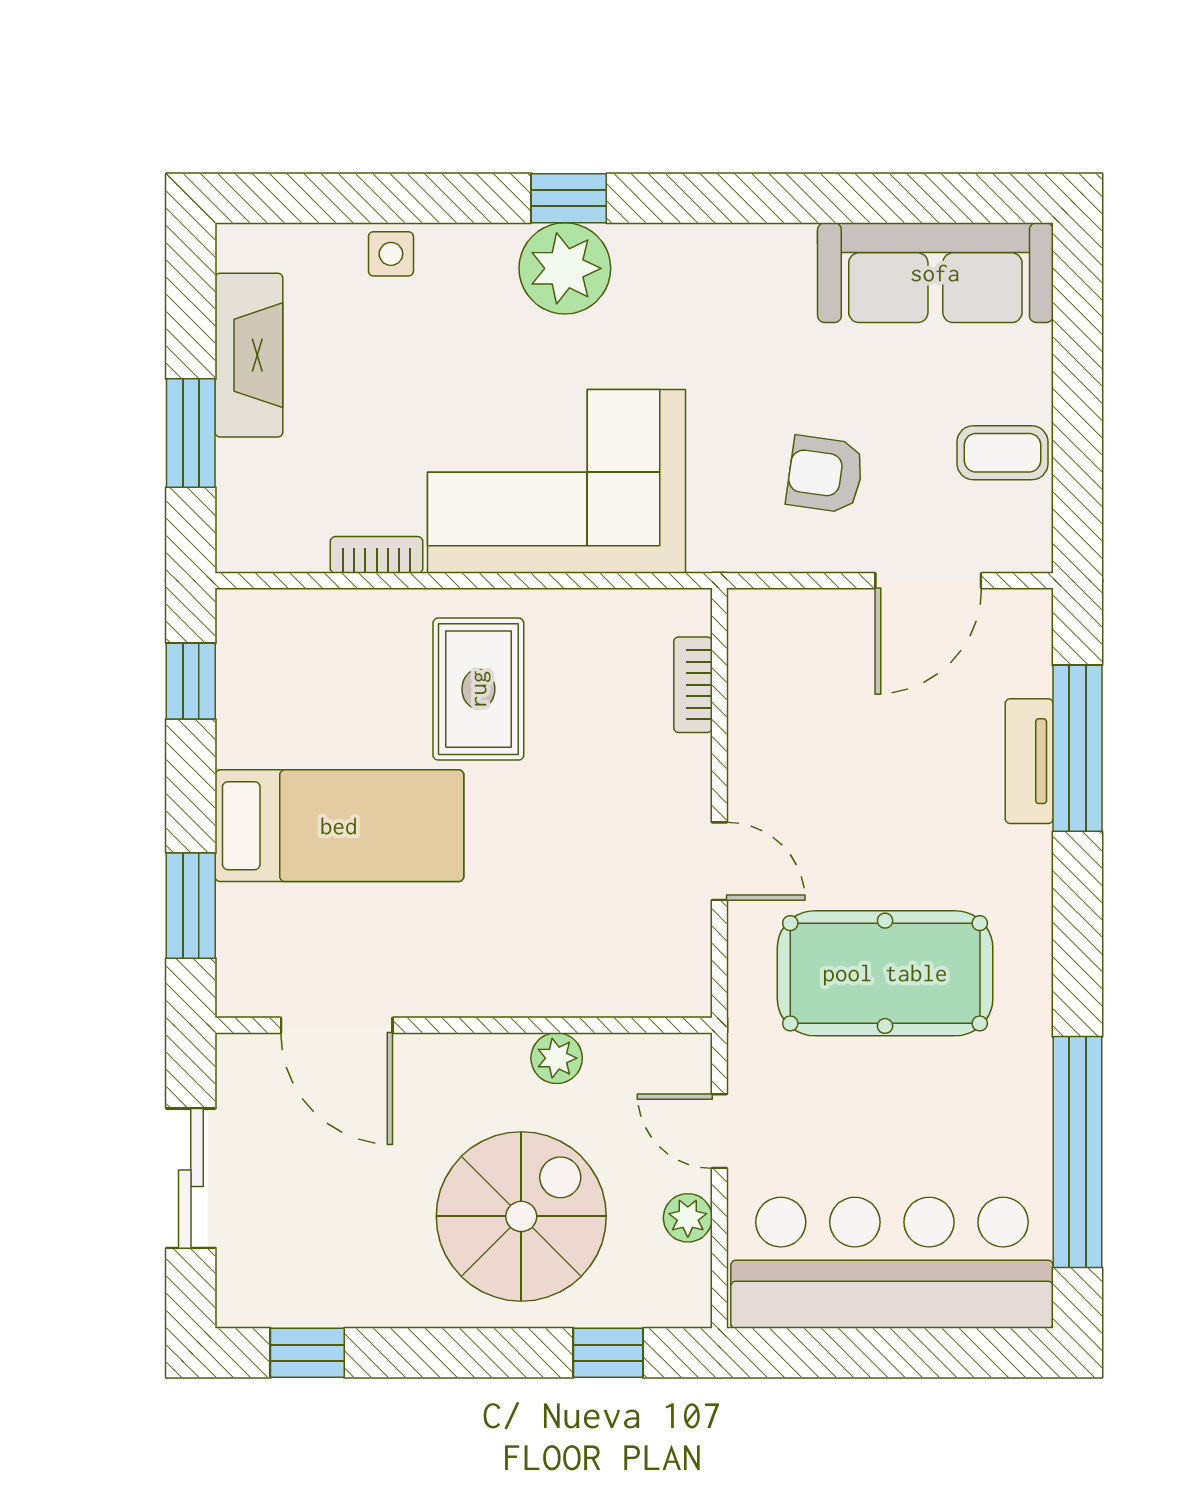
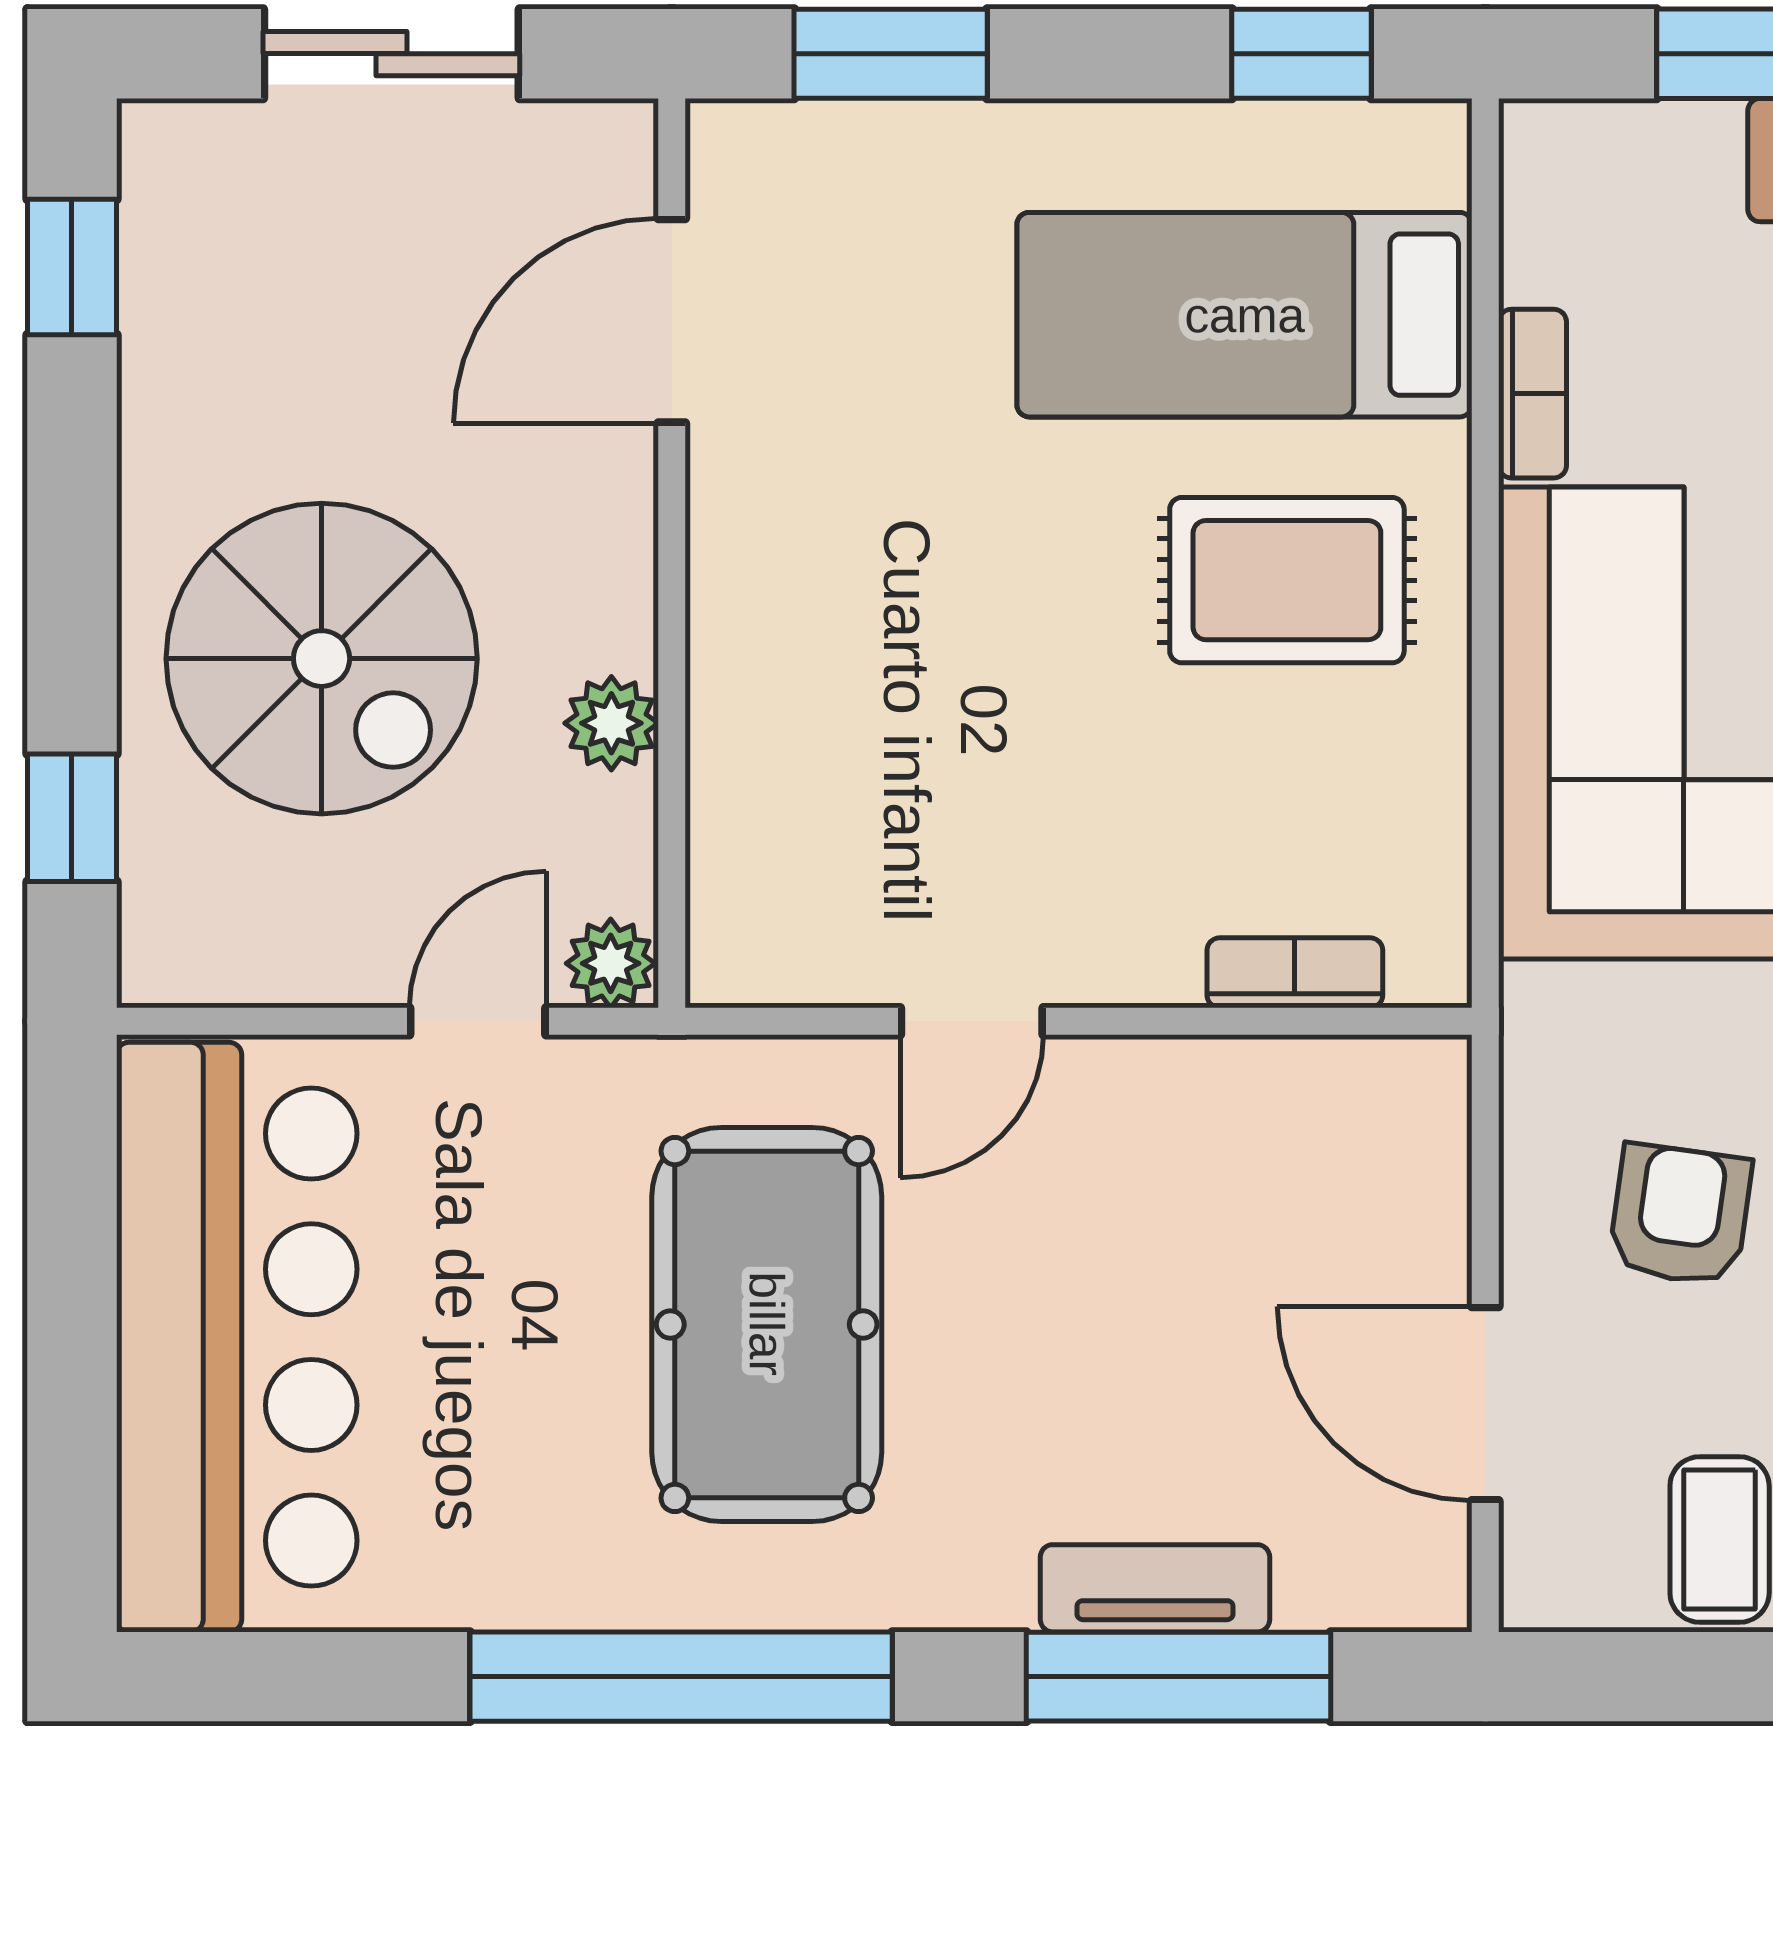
bed: (339, 826) -> (1245, 315), moved, turned 90
window: (1077, 1152) -> (681, 1677), moved
plant: (688, 1218) -> (611, 963), moved

